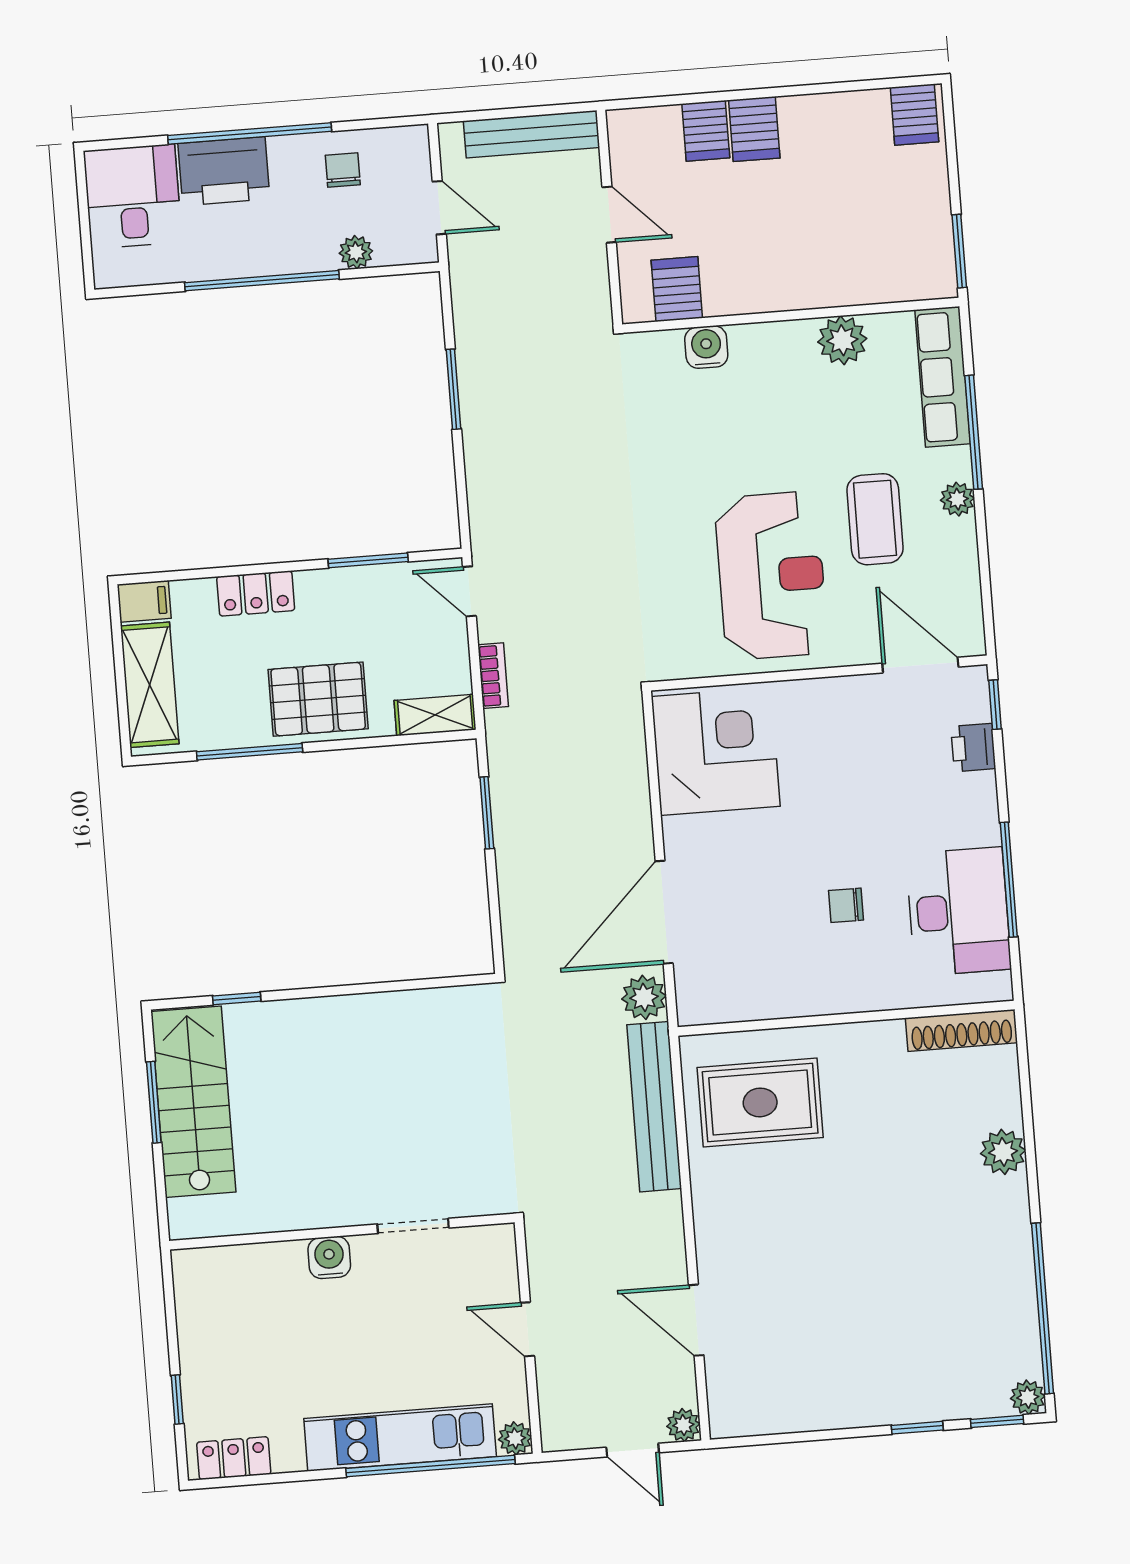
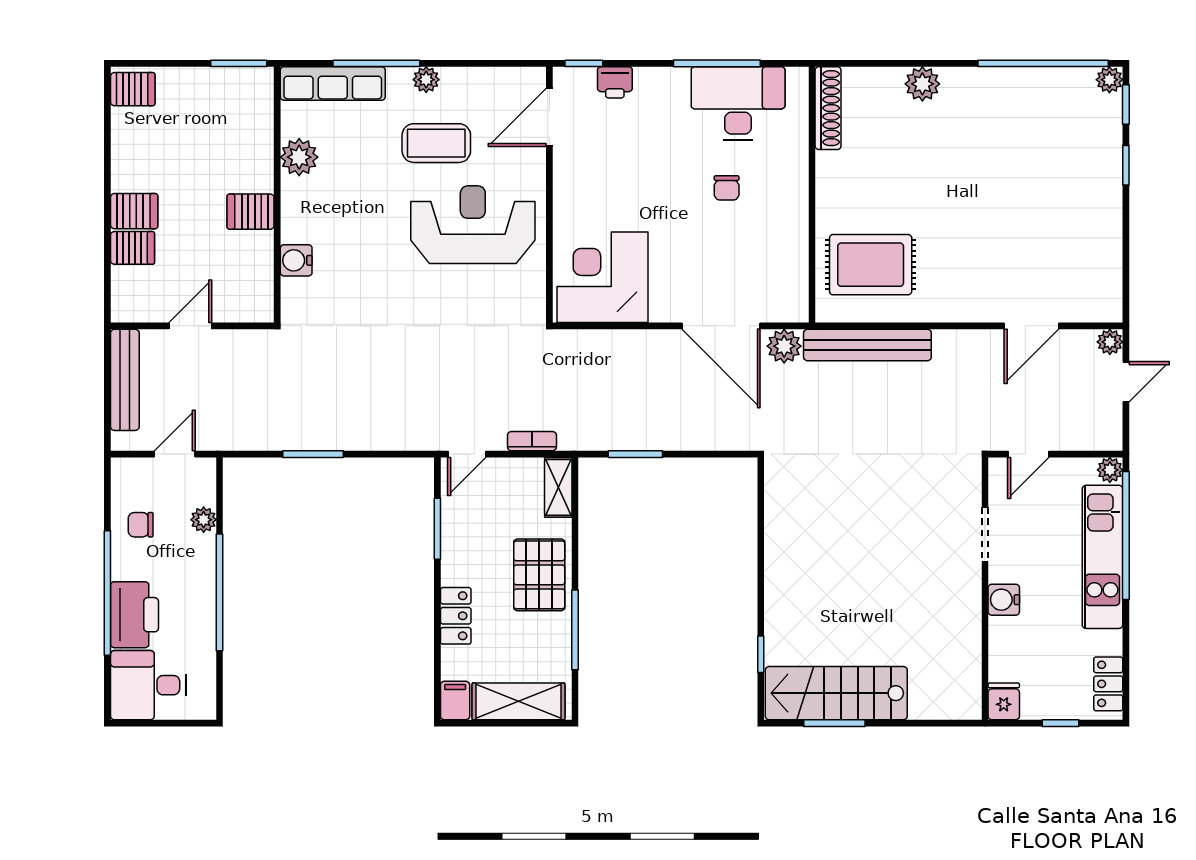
server rack: (677, 289) -> (251, 212), moved
rug: (760, 1102) -> (871, 265), turned 90
doorway: (413, 1226) -> (985, 534), moved
wall: (342, 1232) -> (985, 589), moved
water cooler: (329, 1257) -> (1004, 600), moved
fridge: (200, 1323) -> (1004, 701), added

